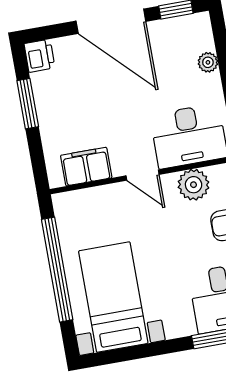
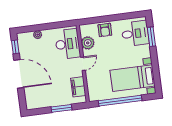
door: (111, 21) -> (19, 74), hinge flipped
printer: (40, 56) -> (32, 104), removed
window: (28, 104) -> (62, 108), moved

